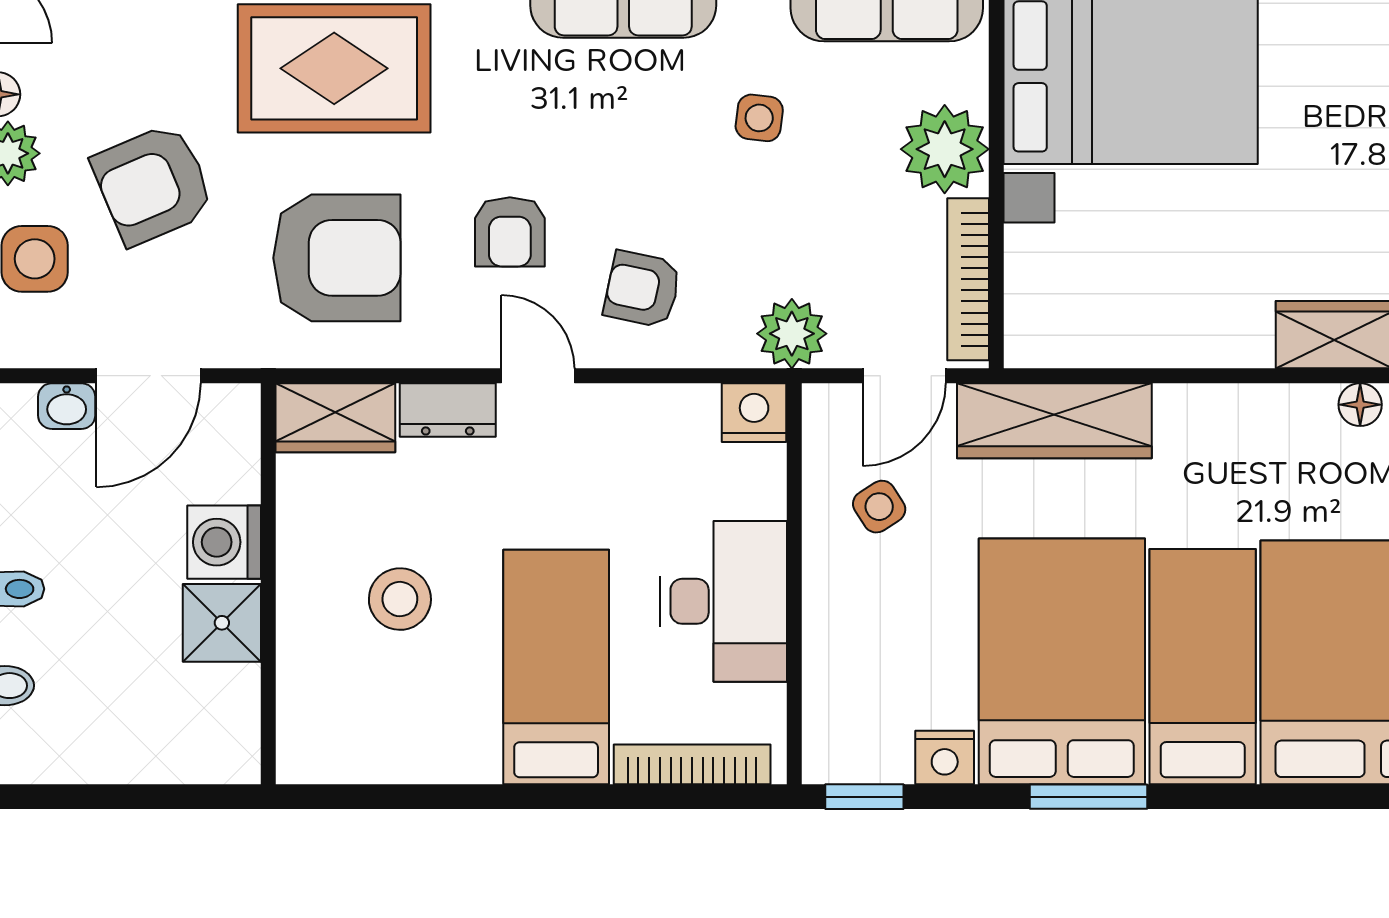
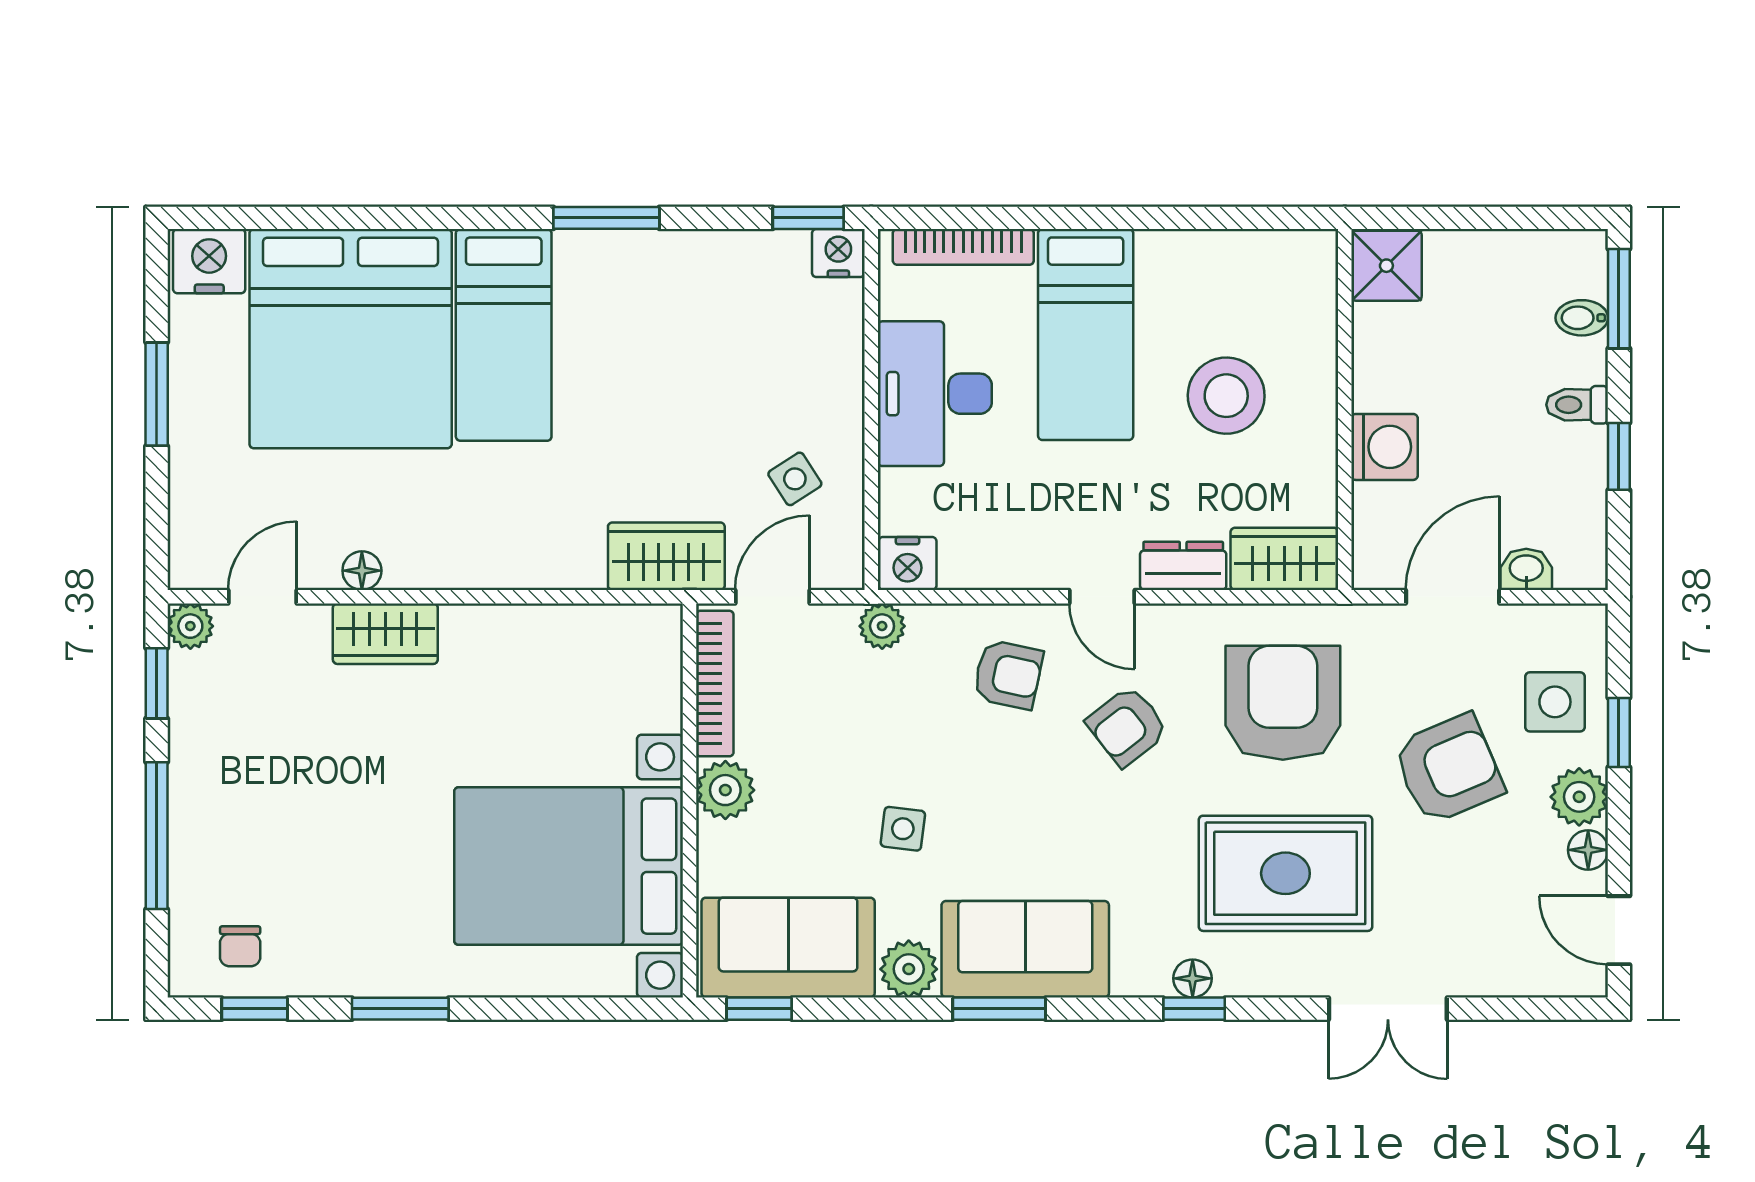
plant: (945, 149) -> (725, 790), width x0.73, depth x0.73
armchair: (510, 232) -> (1127, 726), turned -128
armchair: (337, 258) -> (1283, 703), turned 90
plant: (792, 334) -> (882, 626), width x0.73, depth x0.73
wardrobe: (1054, 421) -> (666, 556), width x0.67
stool: (400, 599) -> (1226, 396), width x1.38, depth x1.38
shower: (222, 623) -> (1386, 266), moved
bed: (1062, 661) -> (631, 340), removed
nightstand: (945, 758) -> (838, 253), moved

